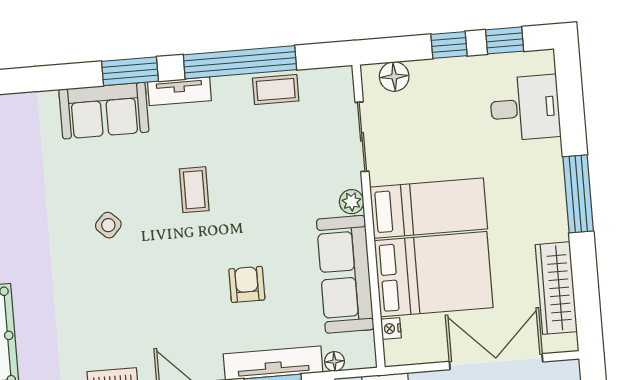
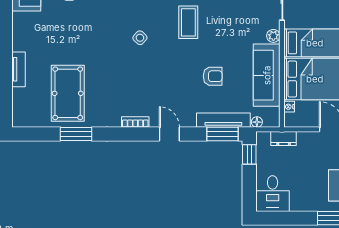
coffee table: (194, 190) -> (188, 22), width x1.36, depth x1.30
armchair: (247, 284) -> (213, 76), turned 90

